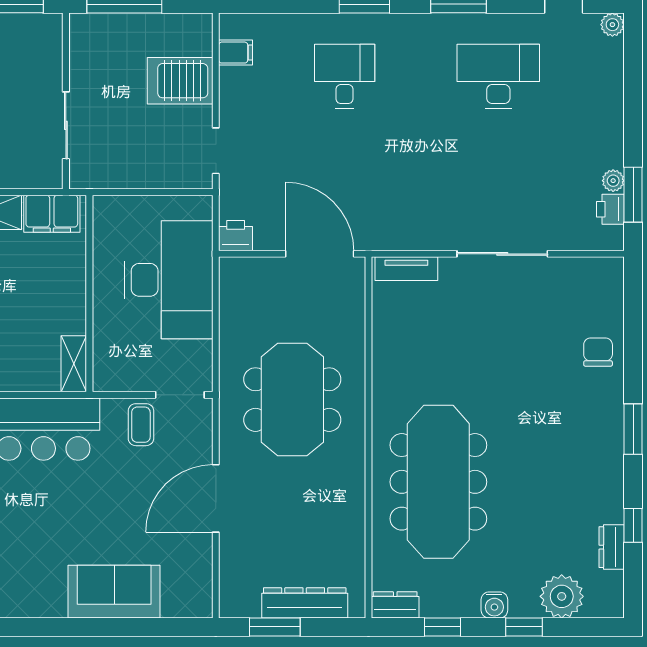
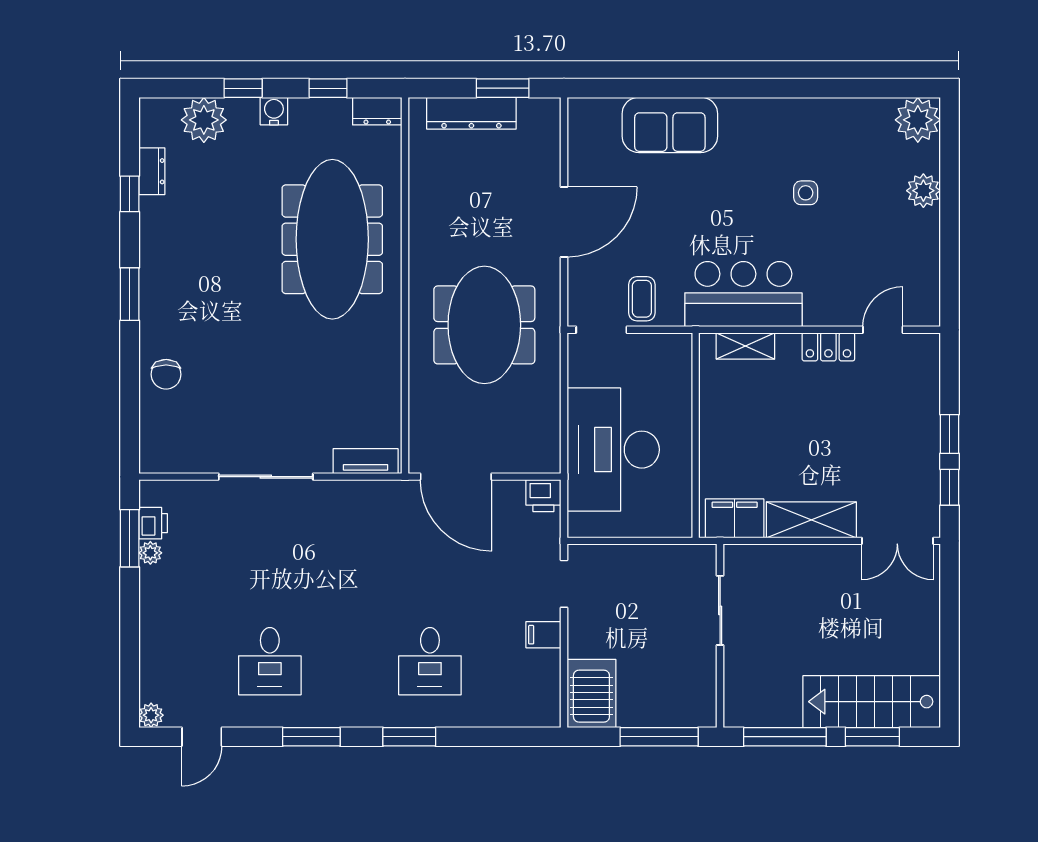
filing cabinet: (236, 53) -> (543, 635), moved
desk: (498, 77) -> (270, 661), width x0.73
server rack: (180, 81) -> (591, 693), moved, turned -90
shelving: (74, 364) -> (745, 346), moved, turned 90

